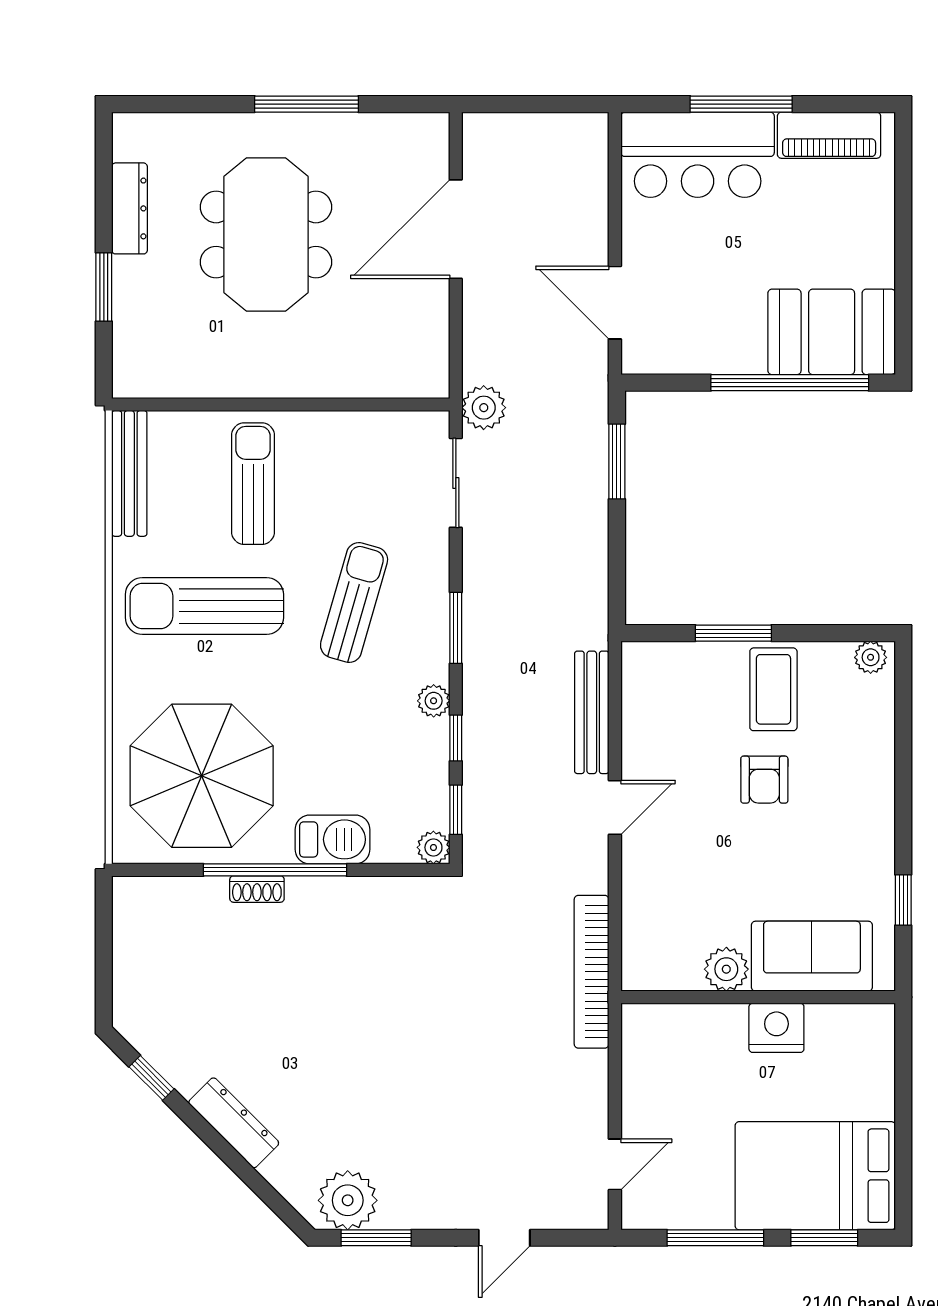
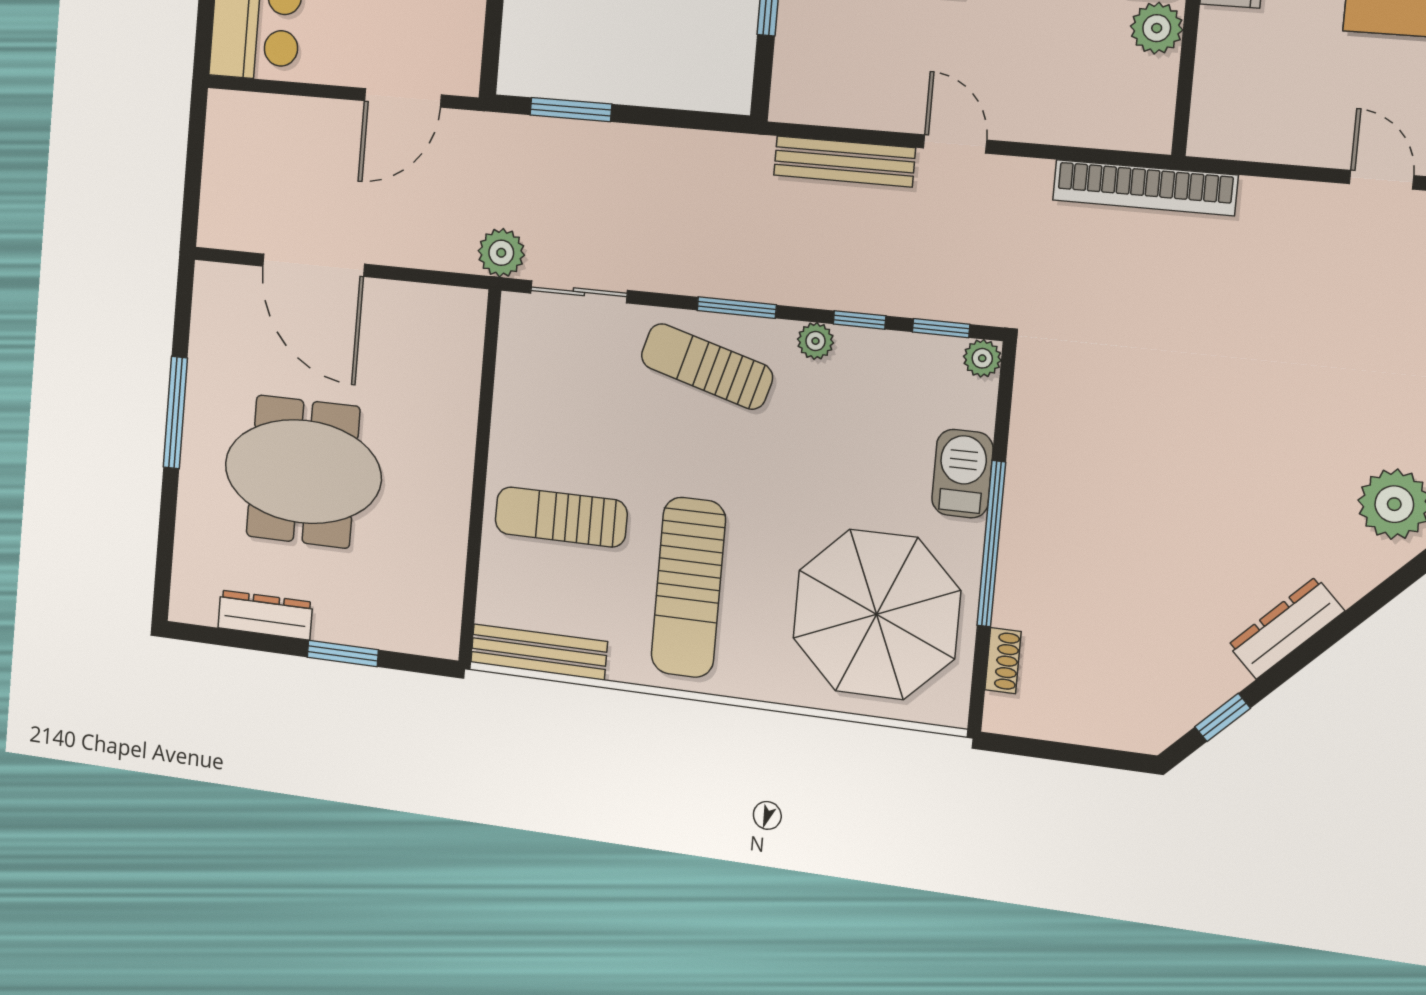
sun lounger: (354, 602) -> (707, 366), moved
shoe rack: (257, 889) -> (1003, 661), moved

